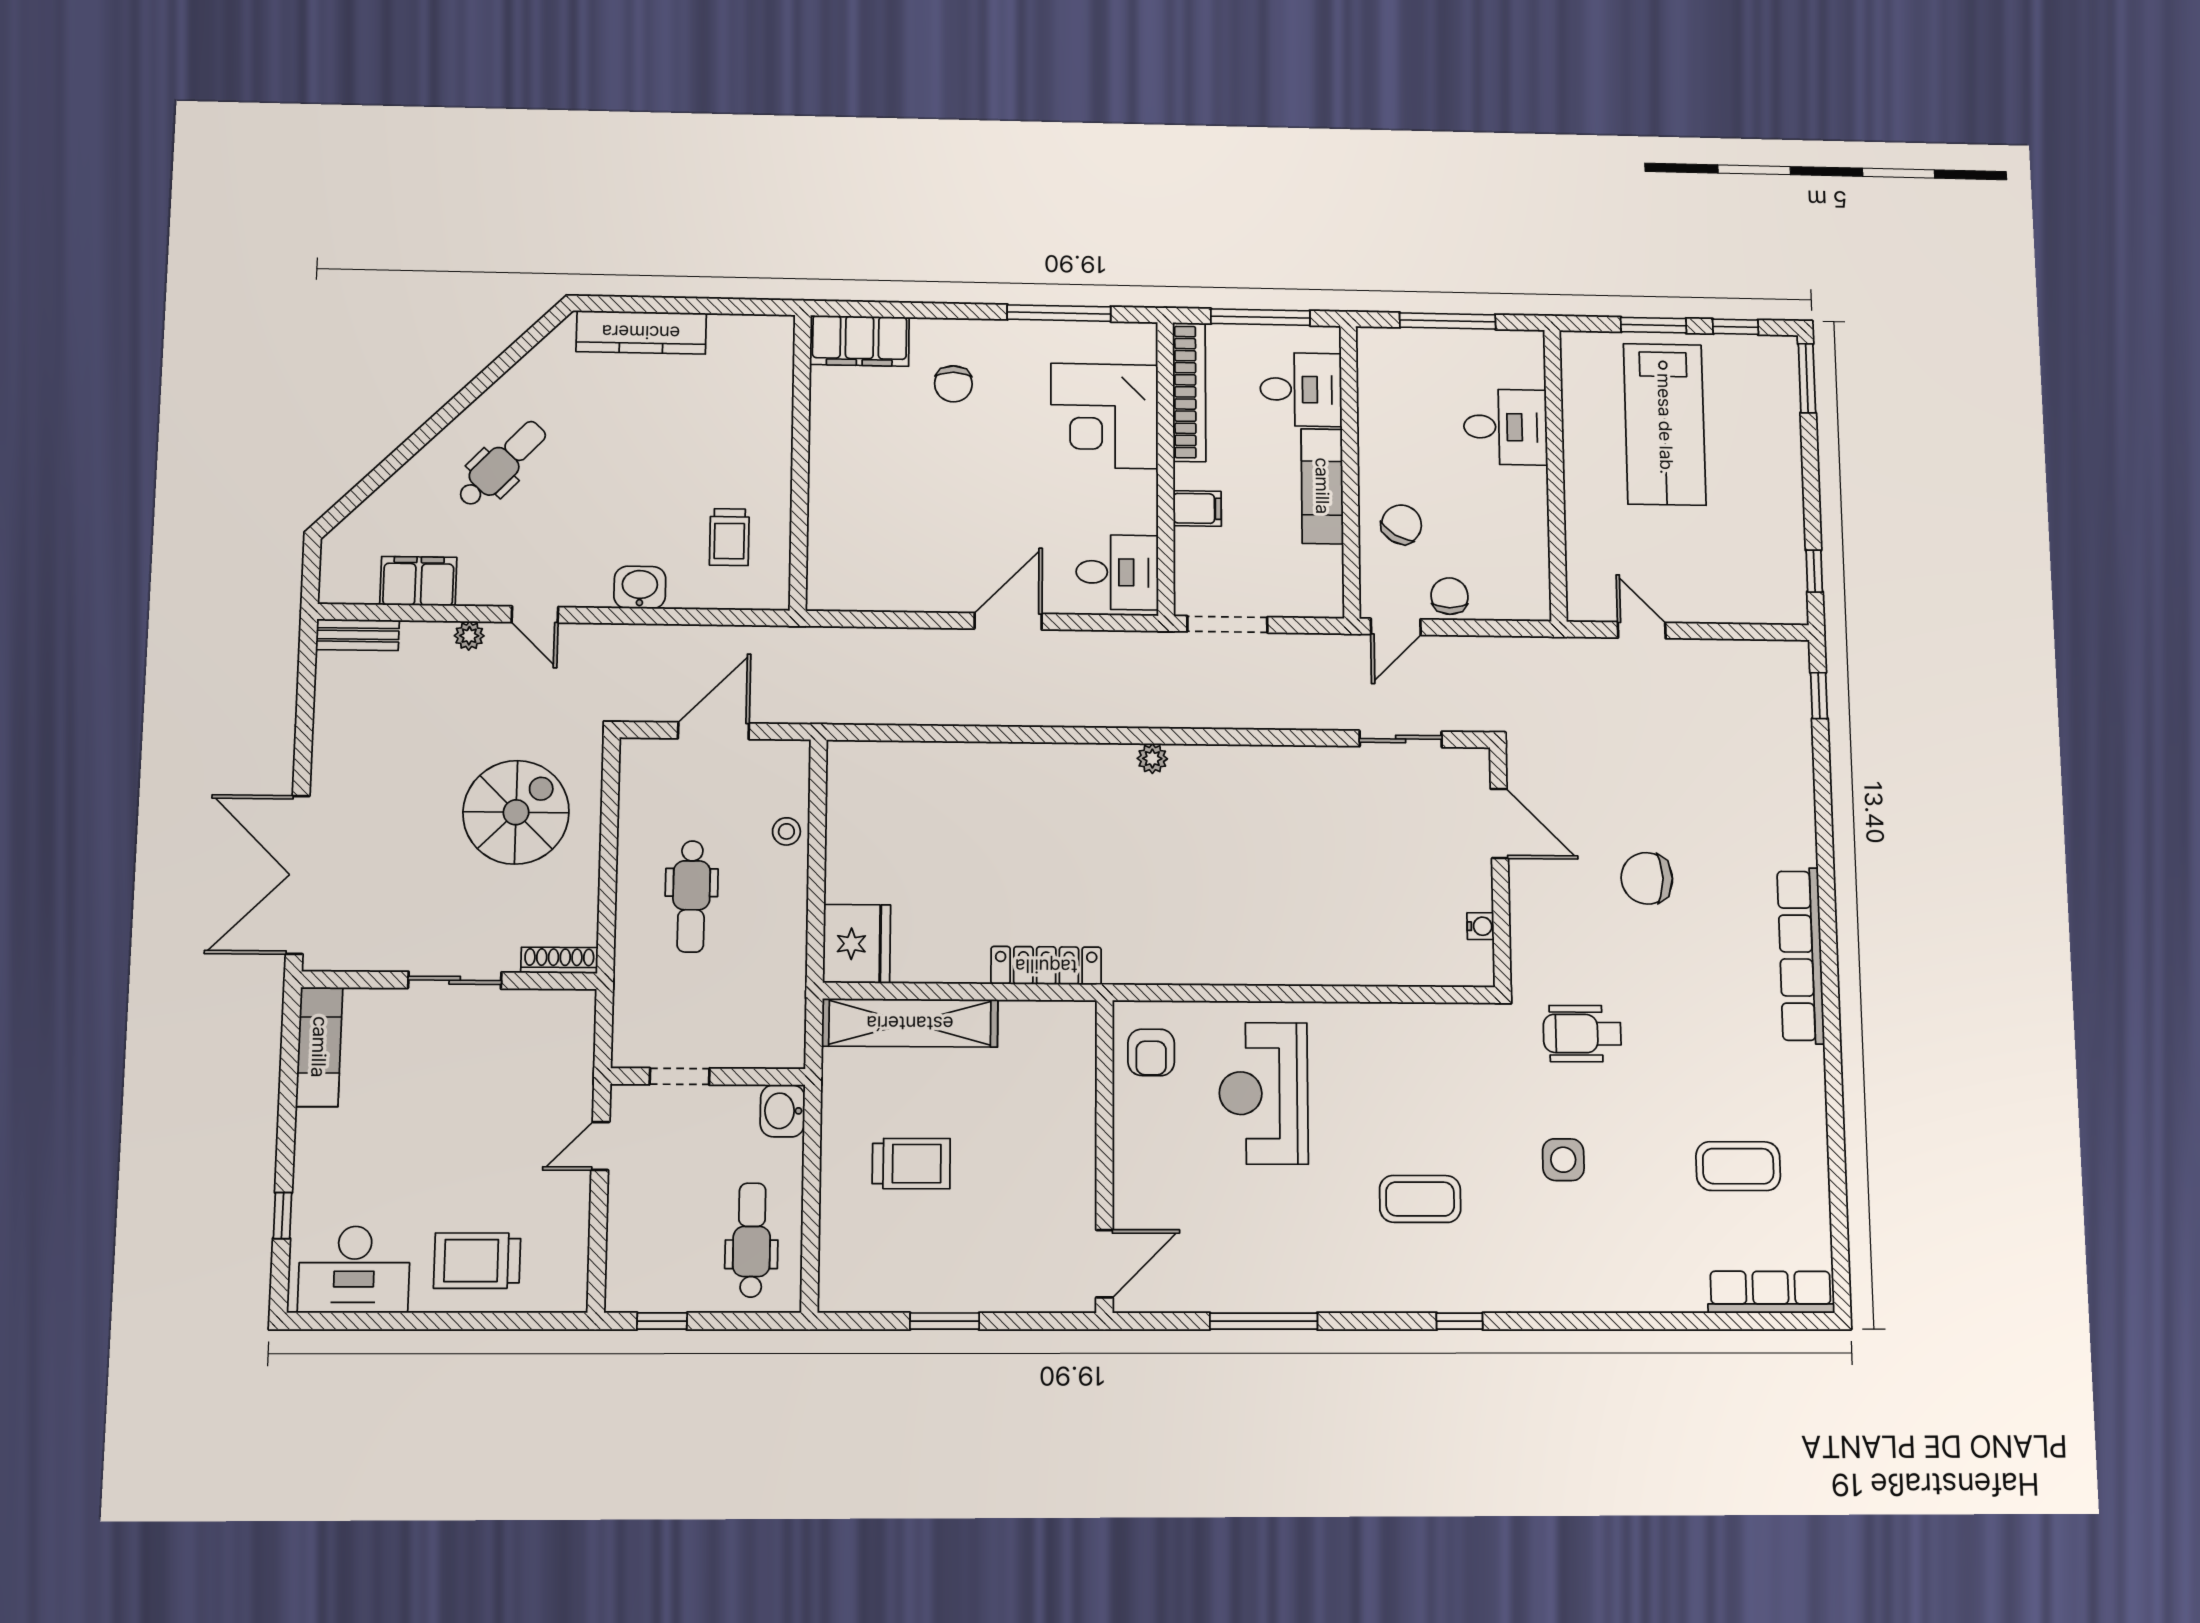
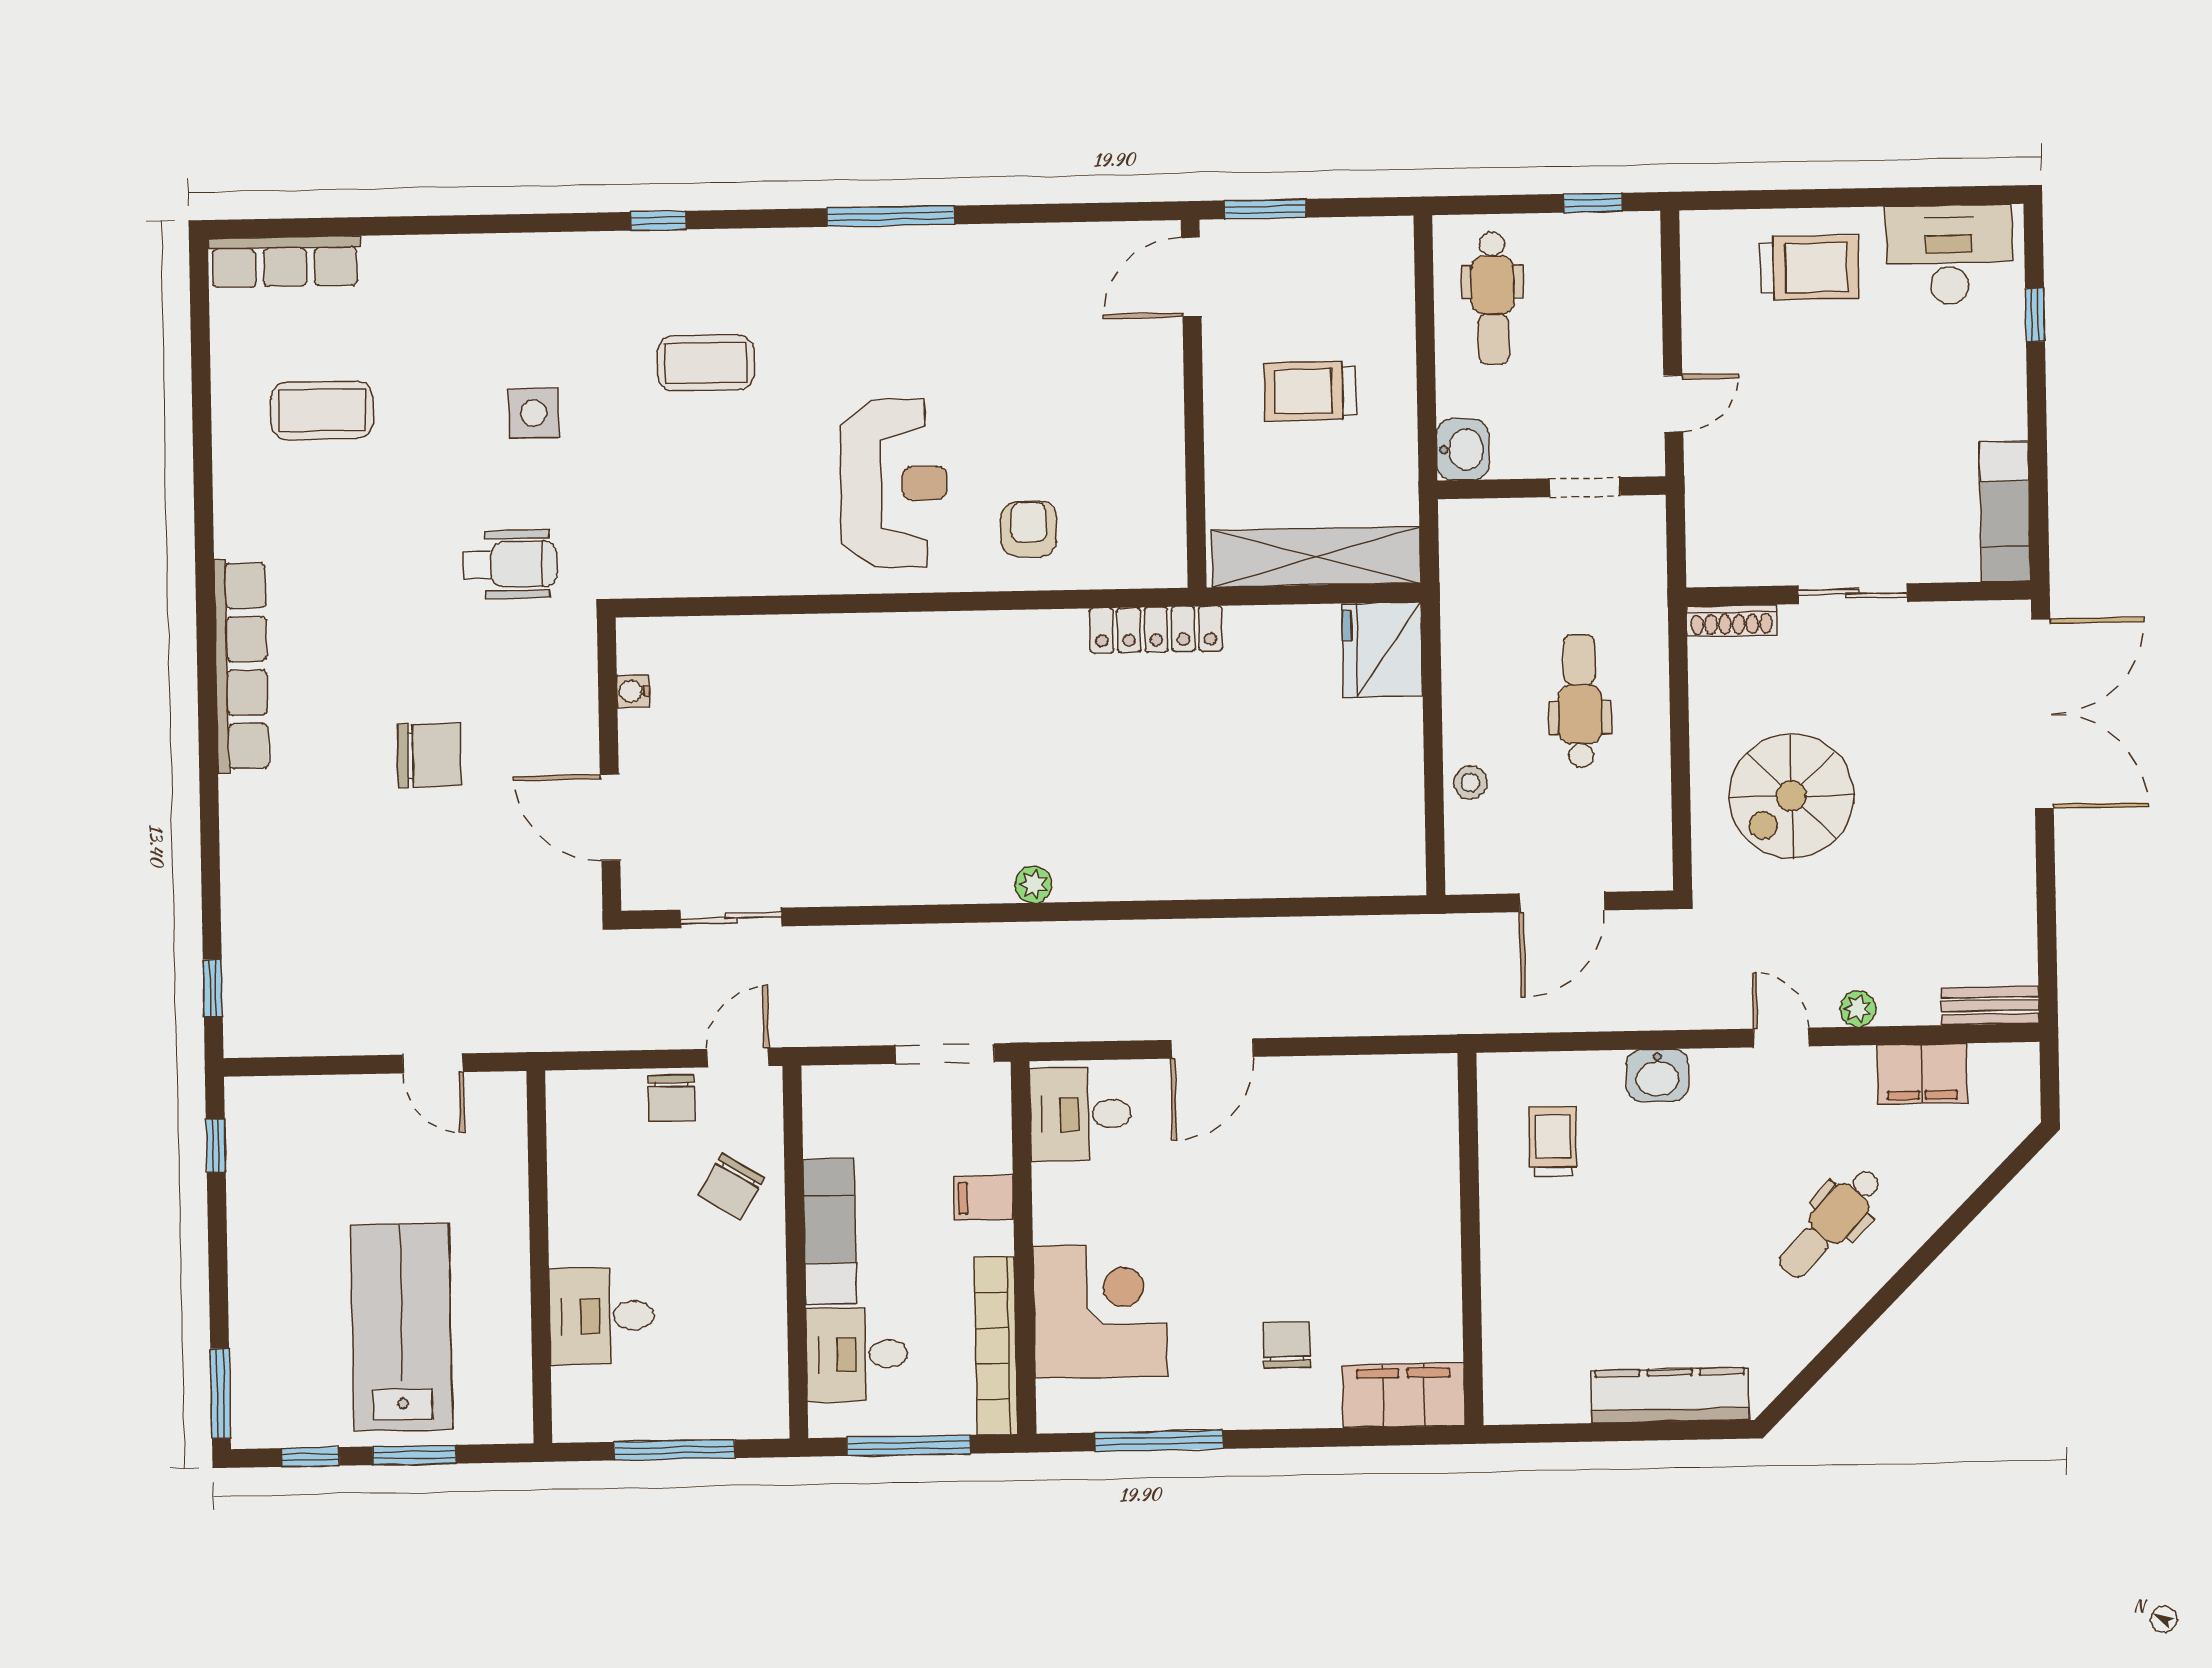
wall: (1105, 1155) -> (1194, 404), moved
door: (1104, 1264) -> (1191, 277), moved

